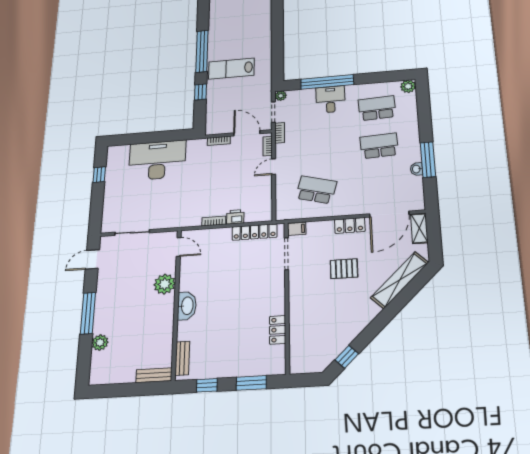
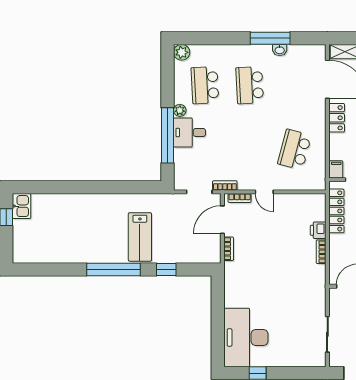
plant: (281, 96) -> (180, 110), moved
desk: (157, 160) -> (246, 337), moved

